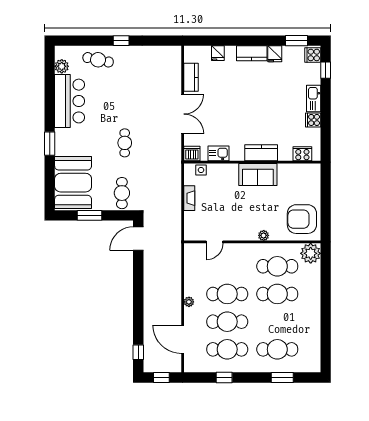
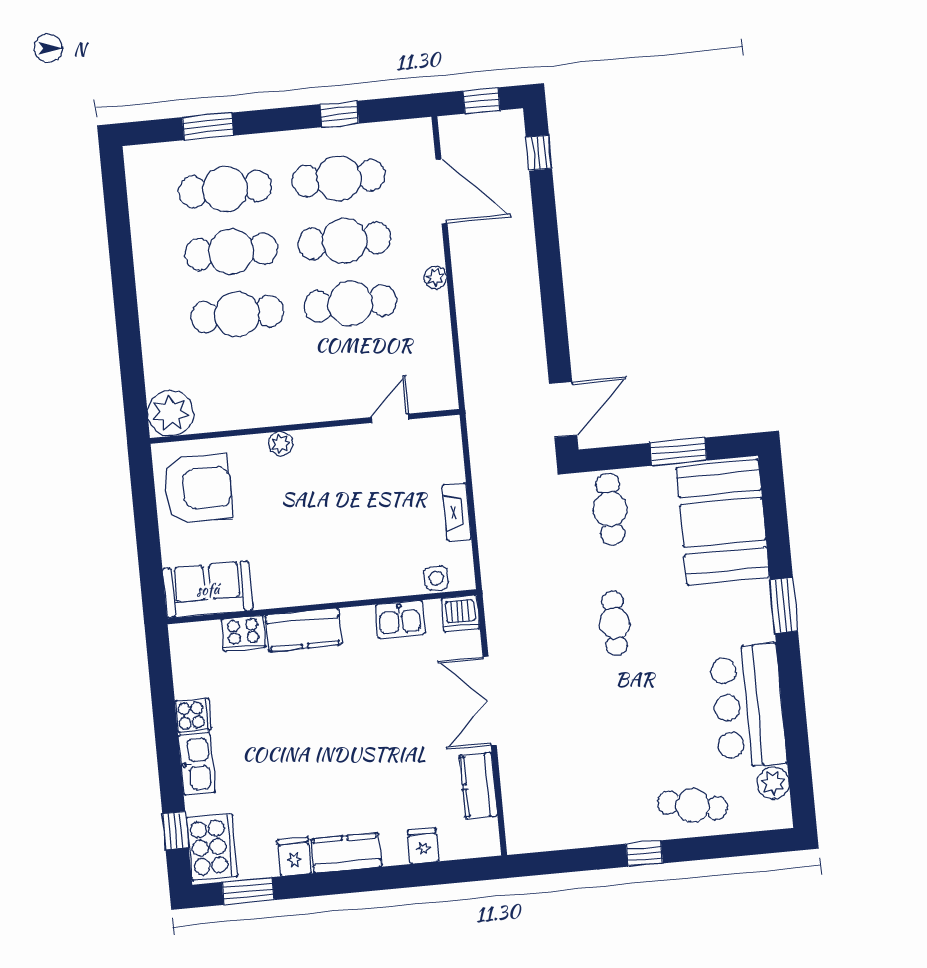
cooker: (313, 55) -> (212, 847), width x1.87, depth x1.31
cooker: (302, 154) -> (243, 633), moved
sofa: (258, 174) -> (208, 589), moved
cafe table: (277, 266) -> (231, 251), moved

